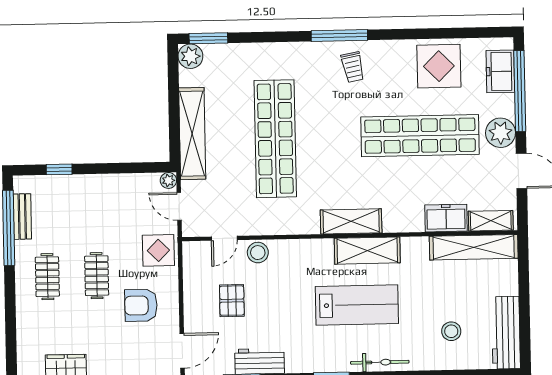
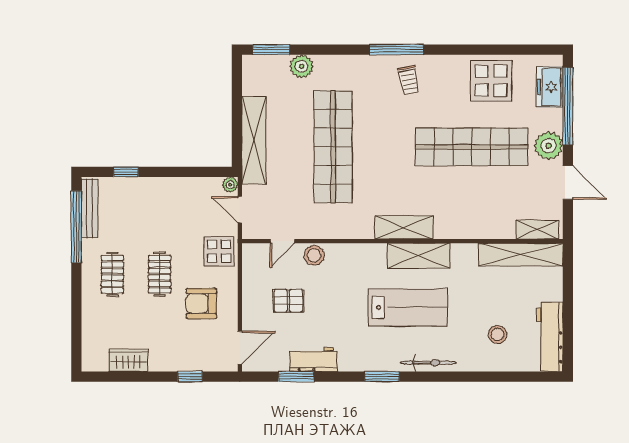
plant: (190, 56) -> (302, 66), moved
bench: (22, 217) -> (90, 208), width x1.36
freezer: (446, 218) -> (495, 226), removed
pallet: (232, 301) -> (288, 301), turned 90

